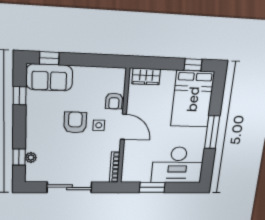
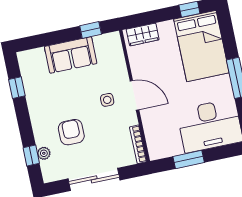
window: (49, 58) -> (91, 30), moved
sofa: (49, 77) -> (71, 55), moved
armchair: (114, 101) -> (116, 69), removed
armchair: (75, 122) -> (71, 132), moved

